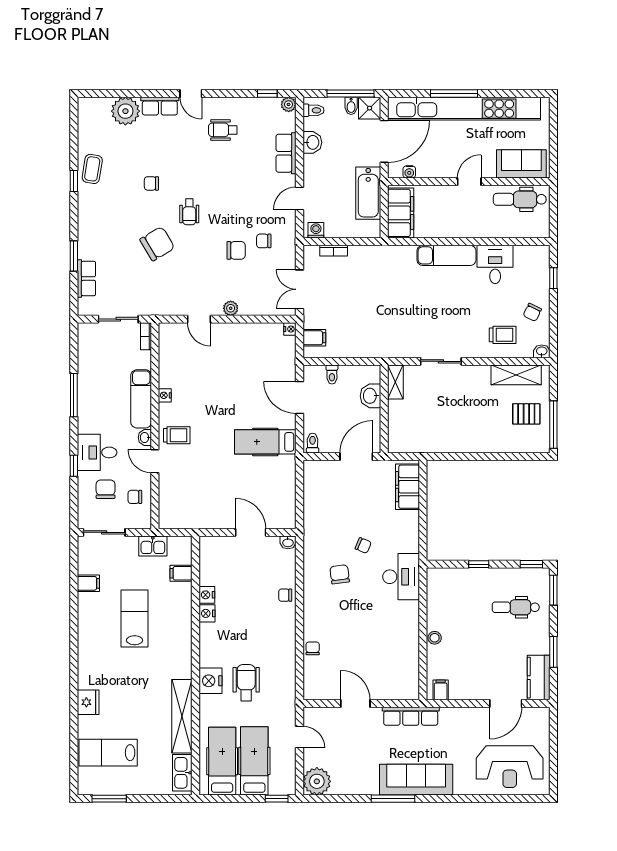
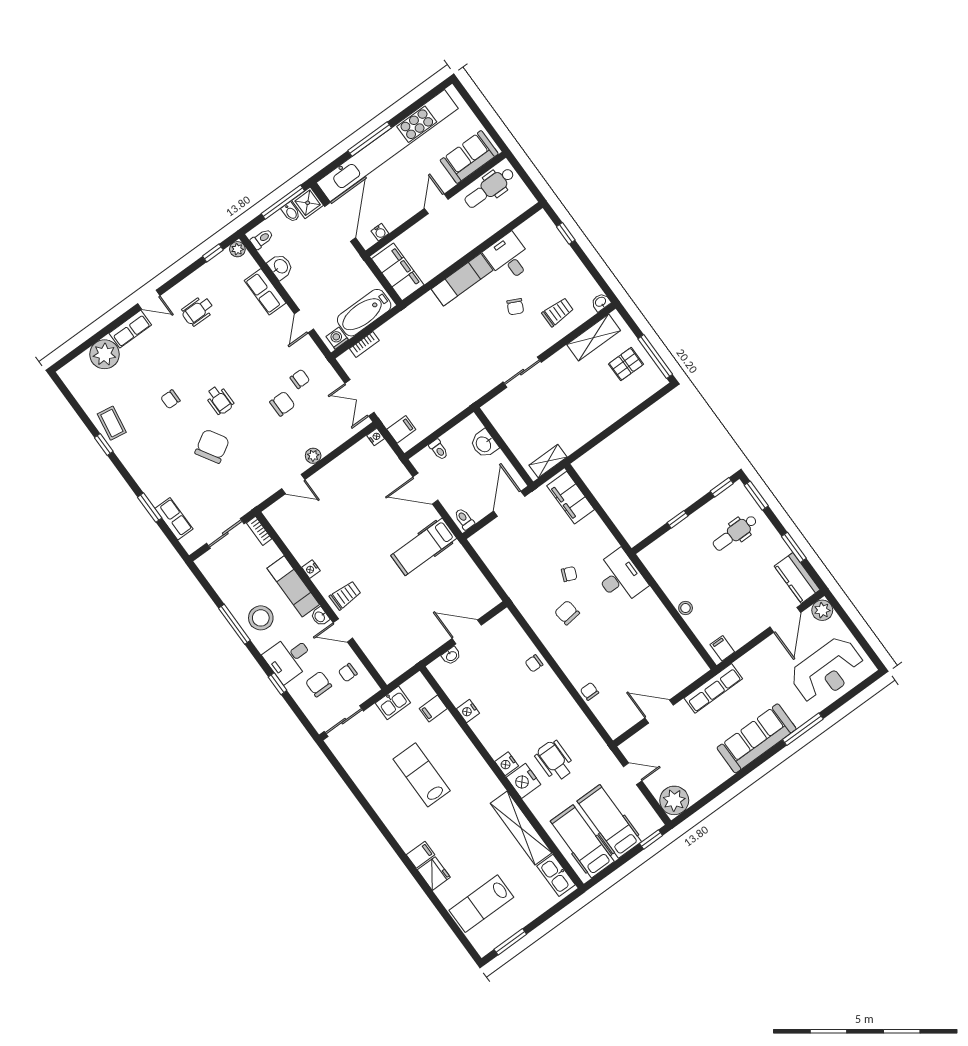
bathtub: (368, 193) -> (364, 313), moved, turned 90
chair: (264, 241) -> (300, 379), turned 180
chair: (532, 312) -> (515, 307), moved
shelving: (395, 382) -> (548, 461), moved, turned 90
stool: (98, 405) -> (261, 618), added
washbasin: (288, 542) -> (451, 656), moved
filing cabinet: (88, 583) -> (421, 855), moved
nightstand: (207, 613) -> (507, 764), moved
plant: (540, 717) -> (822, 610), added
window: (393, 799) -> (803, 729), moved

